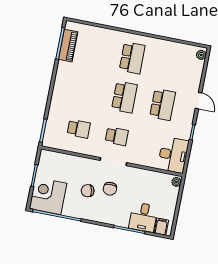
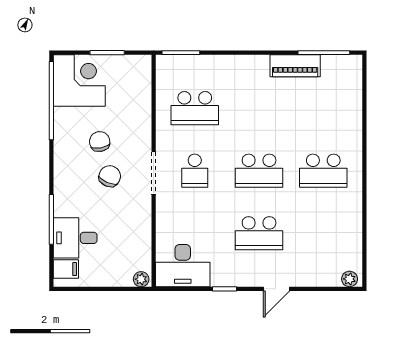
piano: (68, 46) -> (295, 66), moved
school desk: (79, 129) -> (195, 108), width x1.85
chair: (110, 189) -> (110, 176), turned 114

